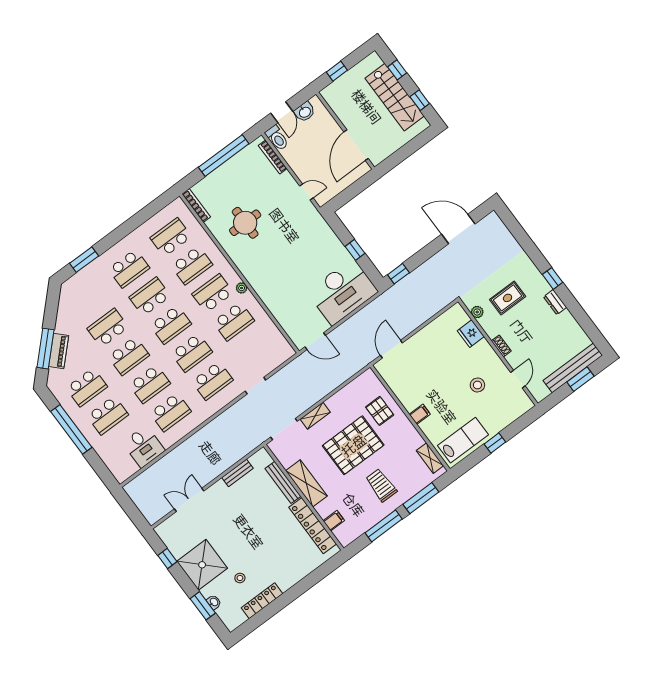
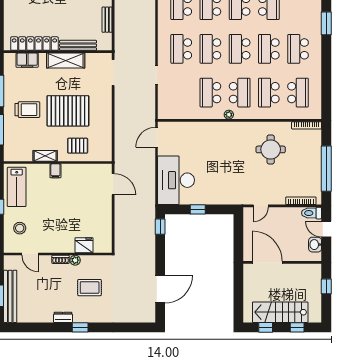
school desk: (150, 297) -> (269, 49), turned 180
rug: (508, 298) -> (90, 288), turned 90
plant: (477, 312) -> (75, 260), moved
stool: (477, 385) -> (20, 228), moved
shelving: (315, 416) -> (107, 100), removed
pallet: (353, 445) -> (68, 111), turned 90
shelving: (430, 458) -> (45, 156), moved
filing cabinet: (334, 521) -> (27, 60), width x2.00

